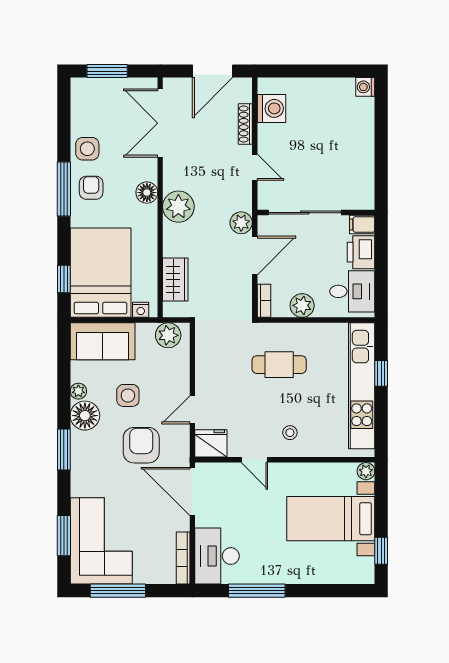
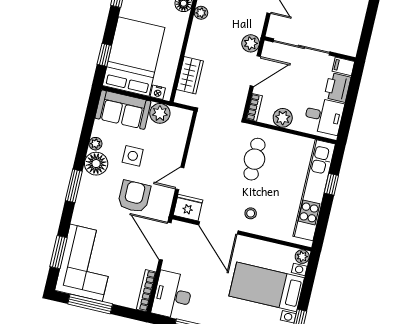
plant: (178, 207) -> (201, 13), width x0.53, depth x0.53
plant: (168, 335) -> (160, 113), moved
cafe table: (279, 365) -> (254, 159), turned 90
door: (254, 460) -> (218, 228), width x1.87

